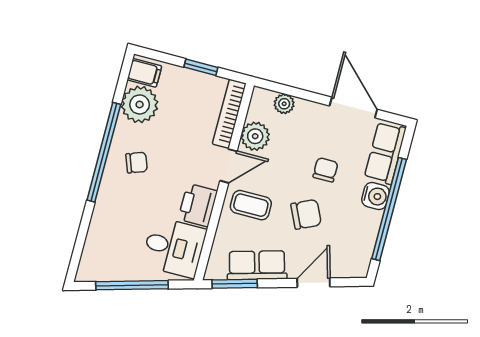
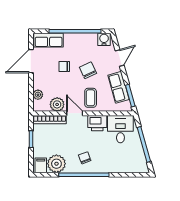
water cooler: (375, 196) -> (104, 39), moved
door: (314, 283) -> (120, 58), swing flipped

